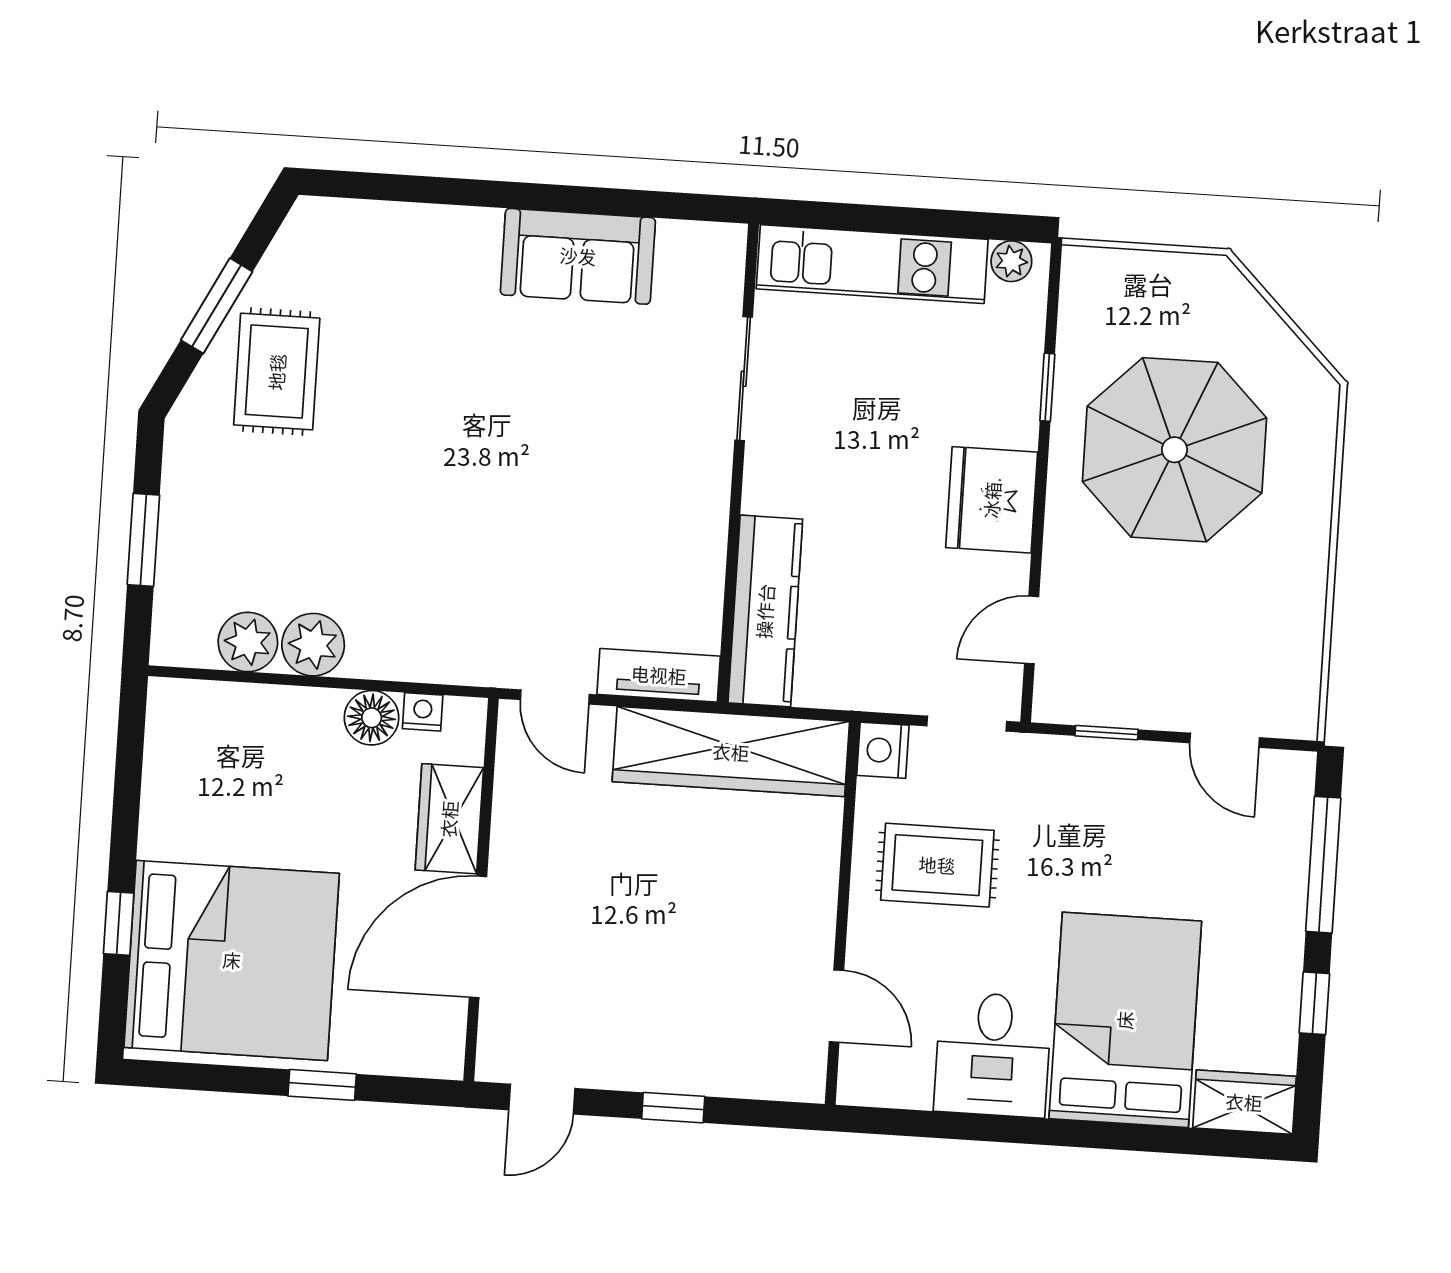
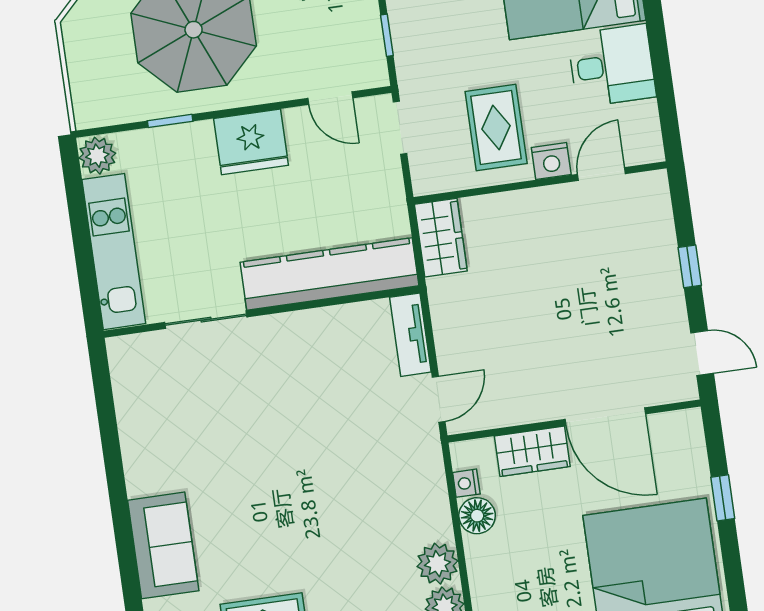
sofa: (578, 256) -> (163, 545), moved
plant: (1011, 261) -> (97, 156), width x1.38, depth x1.38
kitchen counter: (765, 611) -> (329, 274), width x1.39, depth x1.17
nightstand: (883, 750) -> (551, 161), moved
wardrobe: (731, 752) -> (441, 238), width x0.48, depth x0.85

